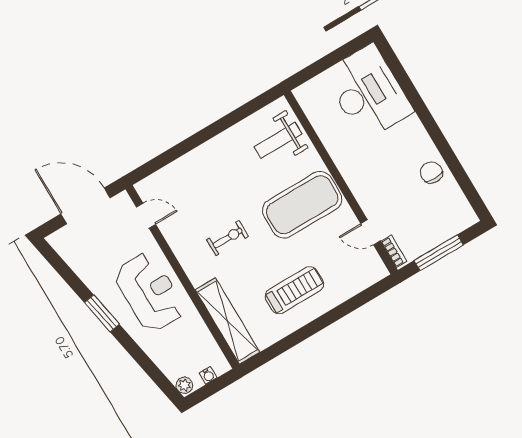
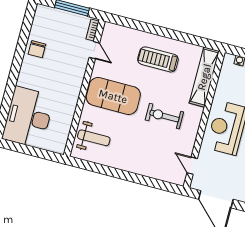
exercise bike: (228, 238) -> (164, 116), width x1.38, depth x1.39

